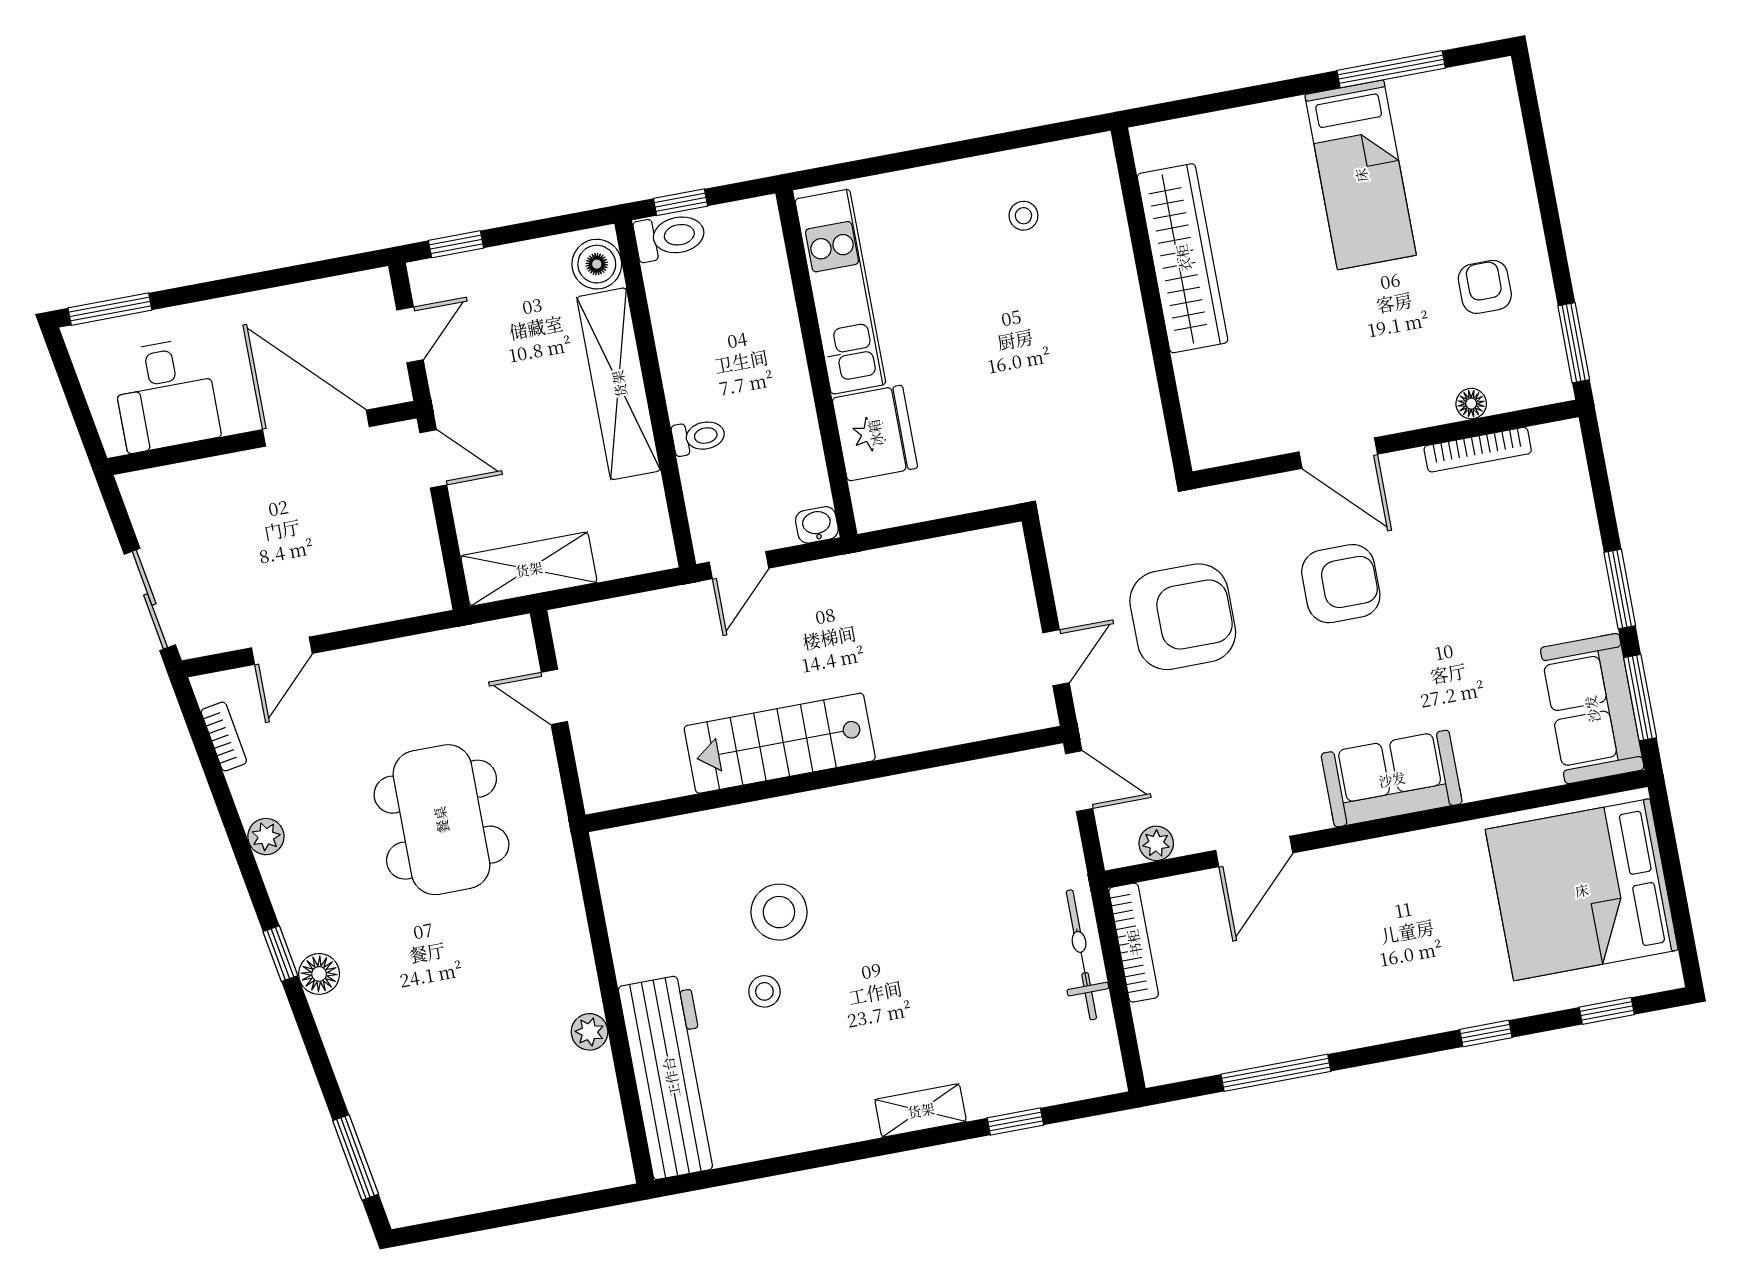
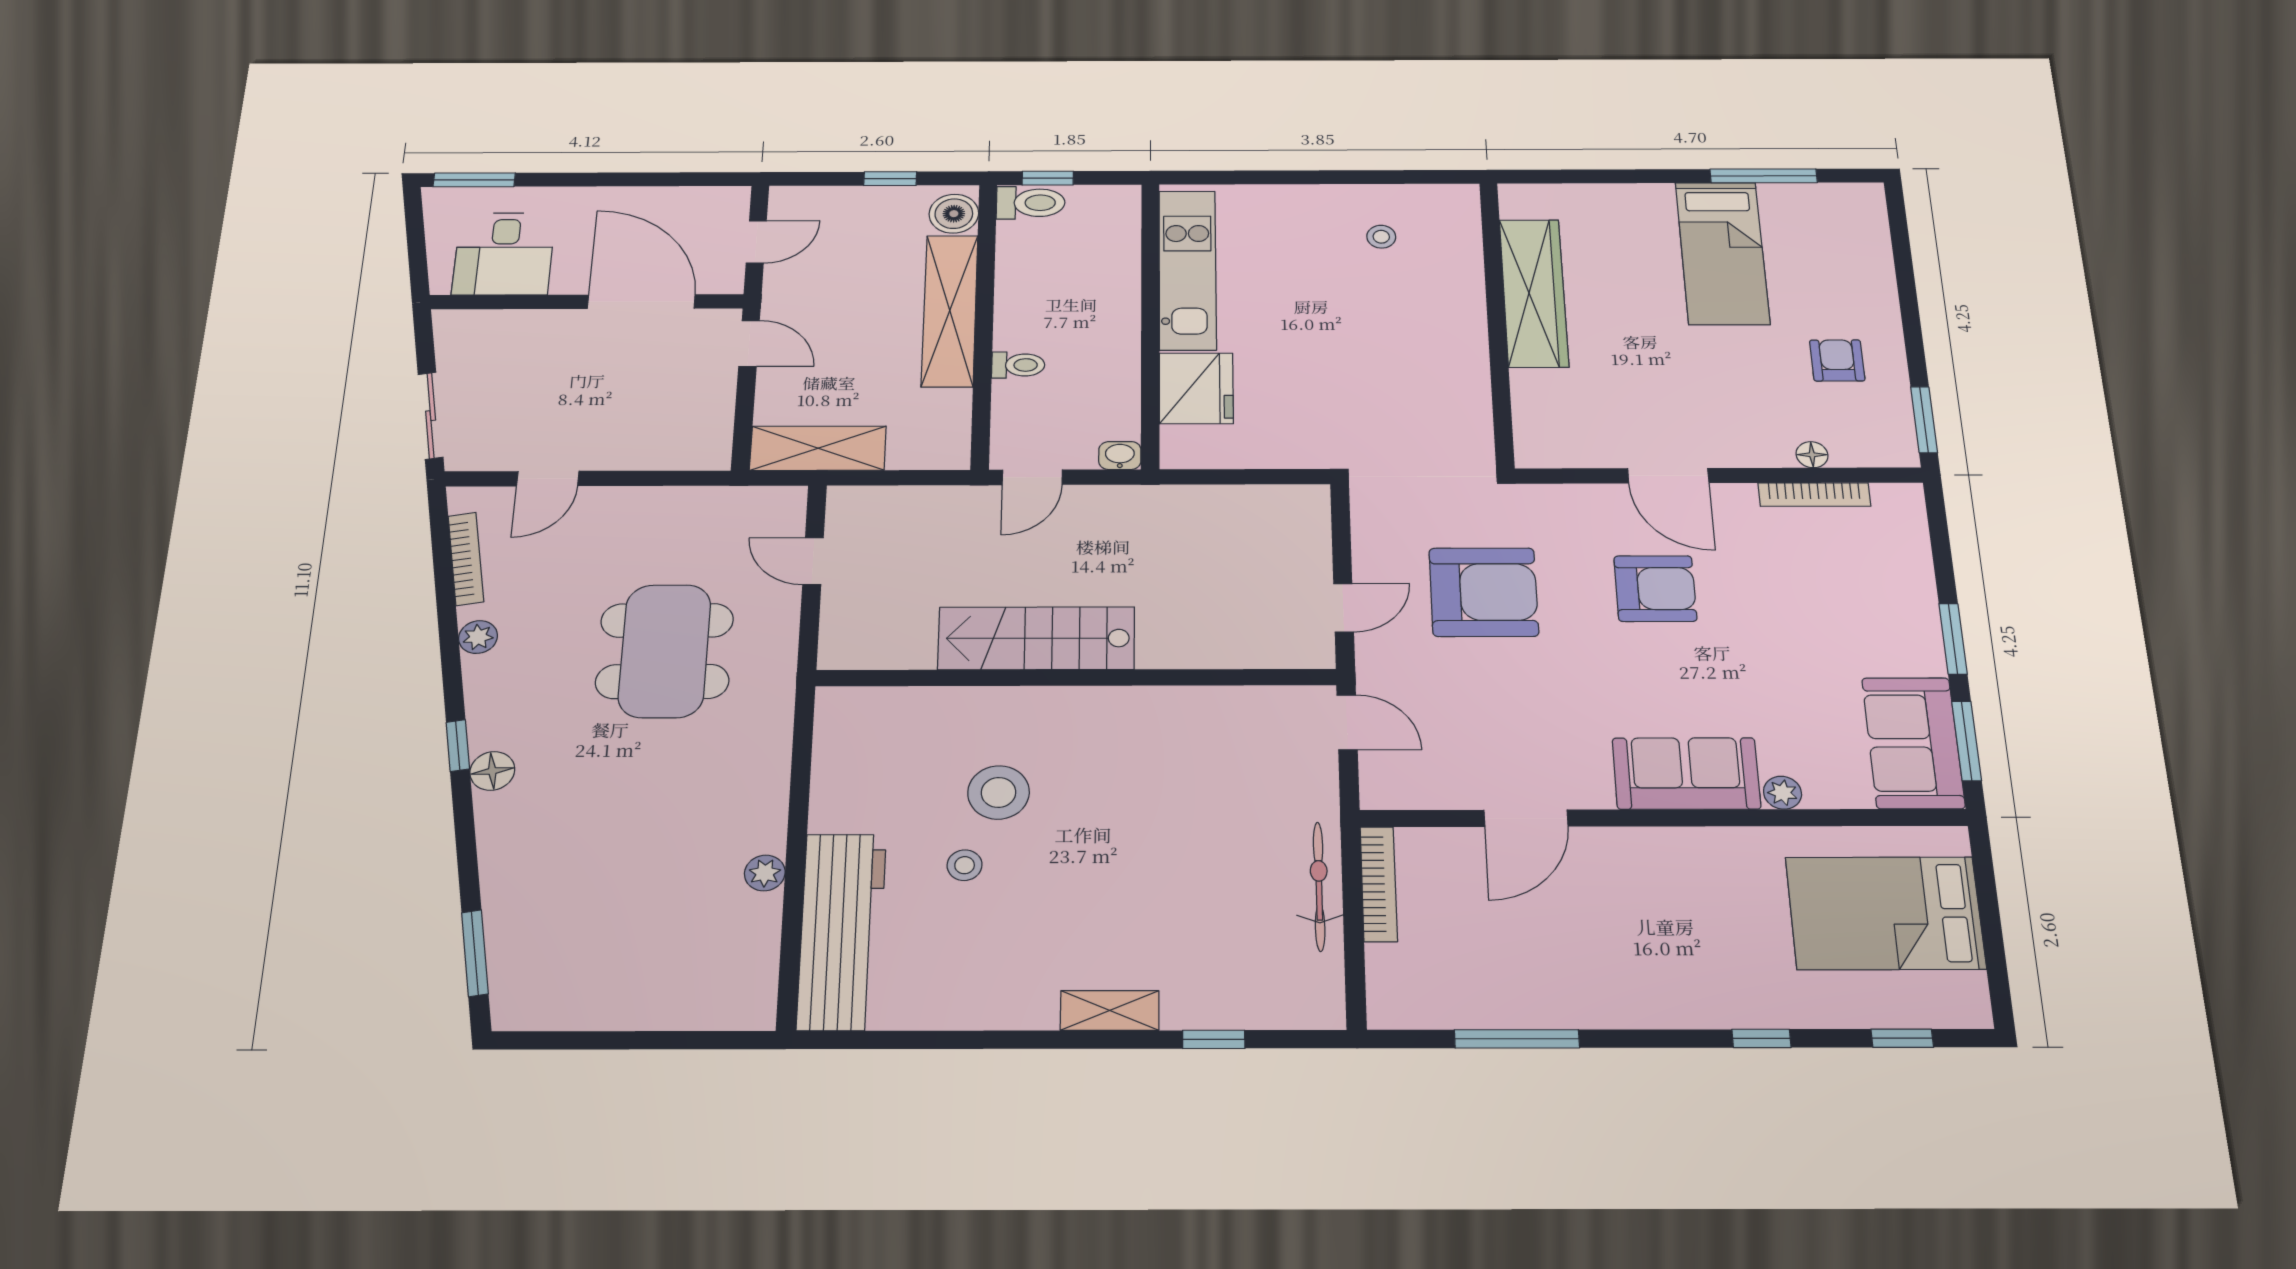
window: (456, 244) -> (890, 179), moved
bookcase: (224, 736) -> (466, 559), width x1.56
plant: (1156, 843) -> (1783, 793), moved
bed: (1582, 890) -> (1885, 913), width x0.73

